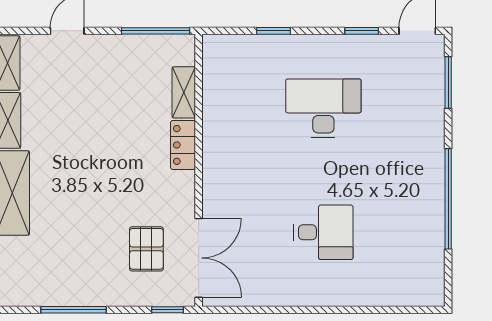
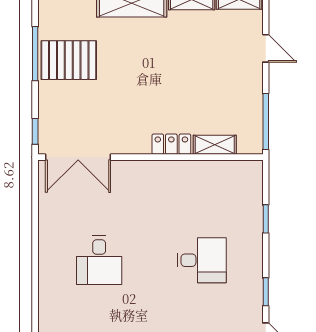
desk: (323, 108) -> (202, 260), width x0.73
pallet: (146, 249) -> (69, 60), moved, width x1.50, depth x1.42

